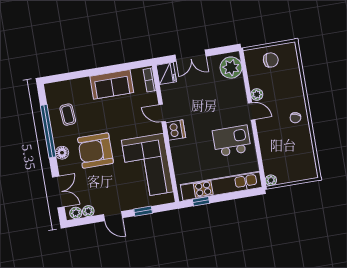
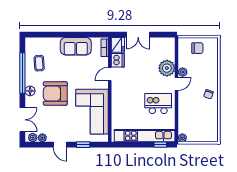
plant: (231, 68) -> (167, 68), moved
door: (251, 111) -> (177, 84), hinge flipped
door: (162, 113) -> (110, 74), hinge flipped
dishwasher: (176, 130) -> (118, 60), moved
window: (201, 201) -> (160, 145), moved

